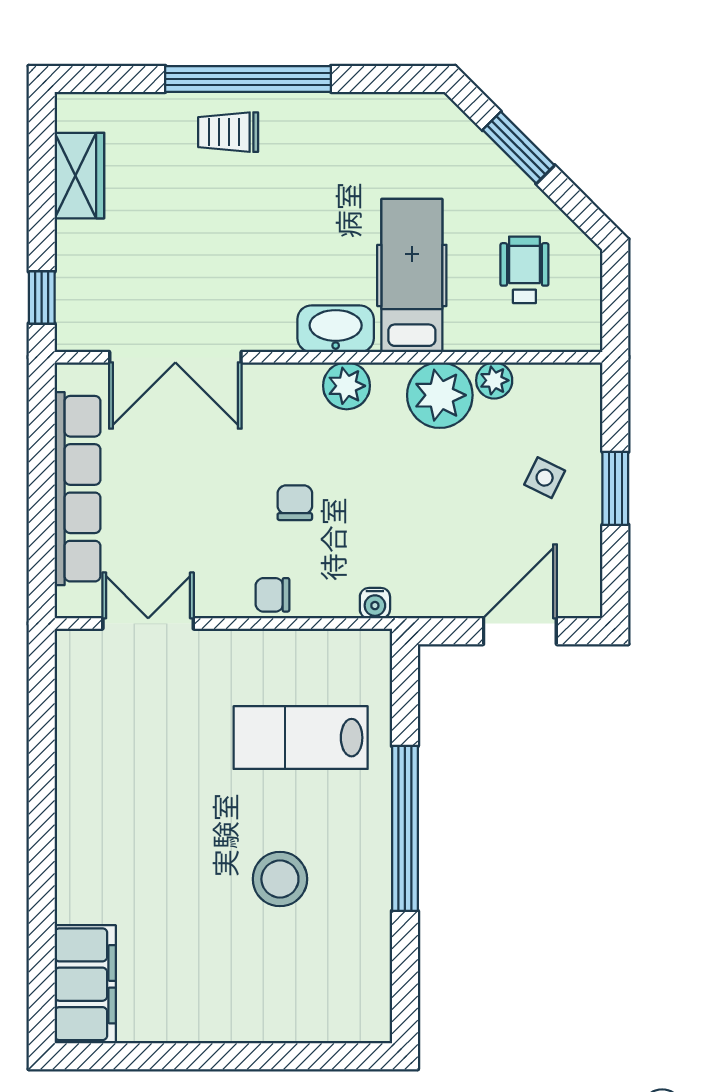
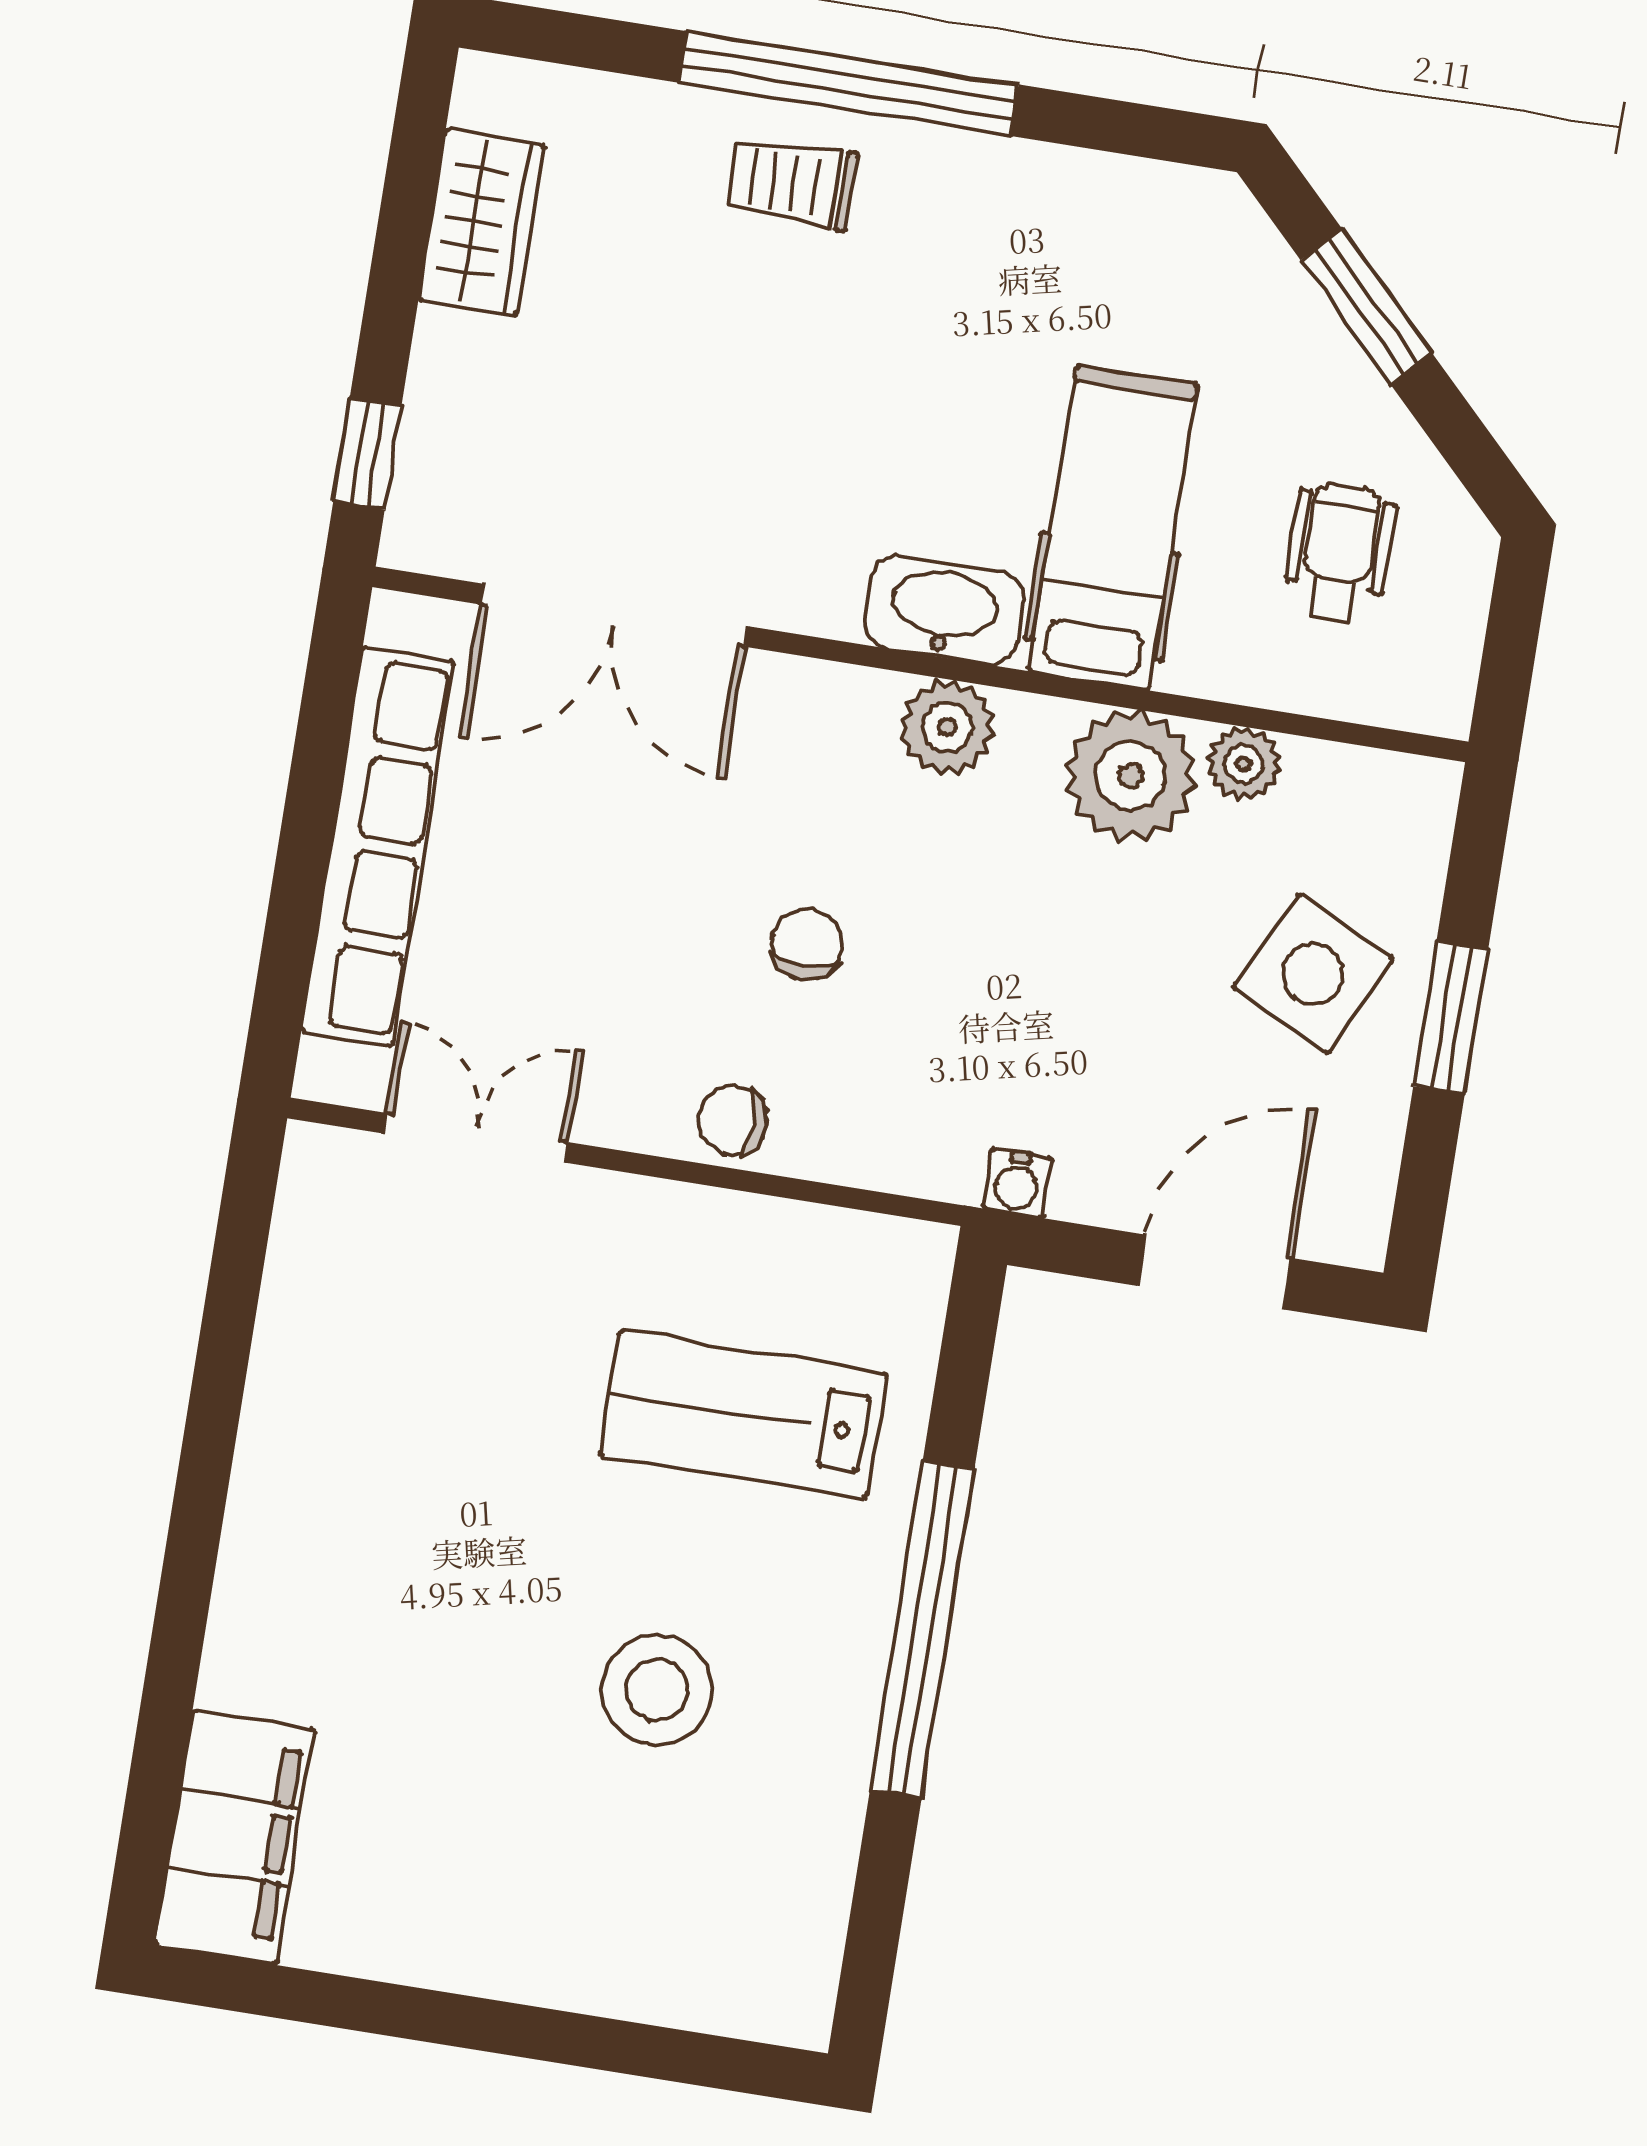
side table: (545, 478) -> (1313, 974), width x1.87, depth x1.87
water cooler: (375, 603) -> (1017, 1183), moved

